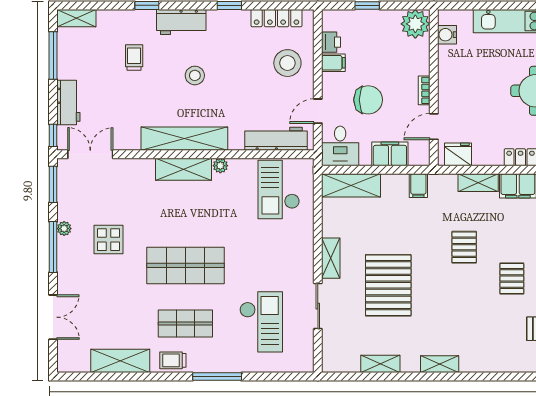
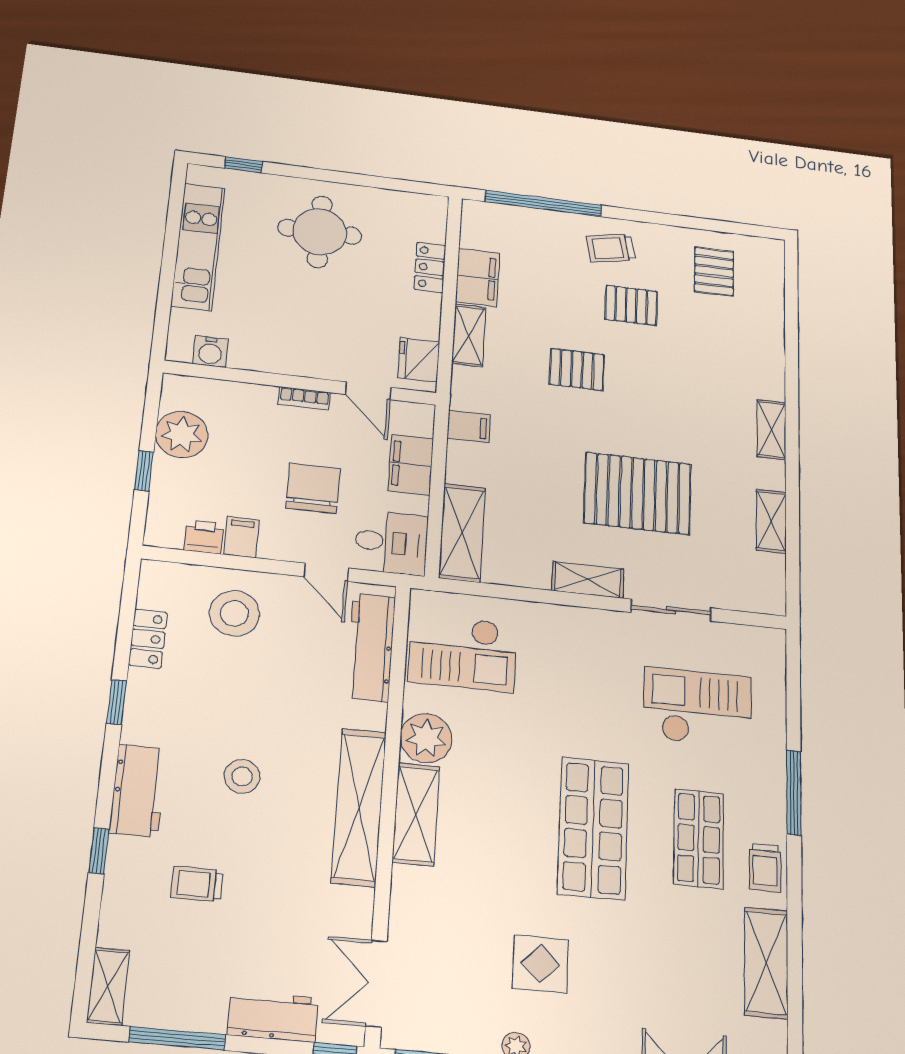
locker: (276, 18) -> (148, 639), width x0.66
plant: (415, 24) -> (182, 434), moved
plant: (220, 166) -> (426, 738), width x1.87, depth x1.87

